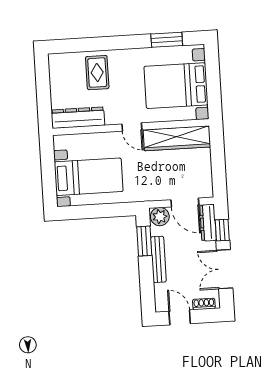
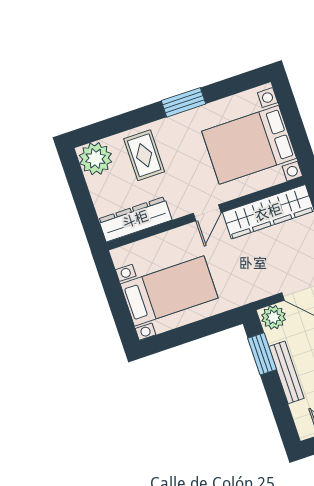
window: (167, 40) -> (184, 102), moved
plant: (61, 65) -> (96, 159), added
door: (132, 127) -> (207, 213), hinge flipped

